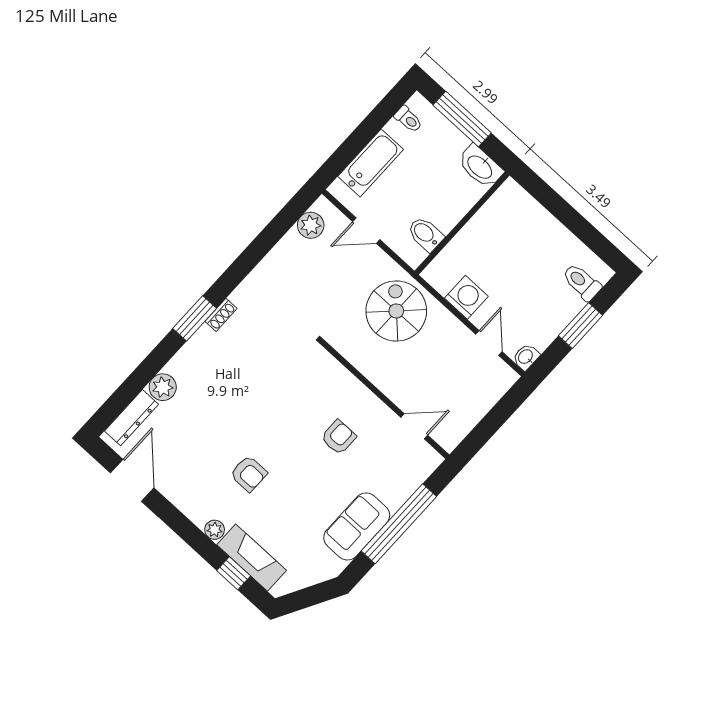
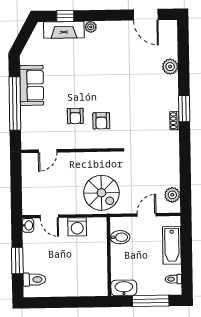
dresser: (131, 418) -> (171, 41), removed
armchair: (249, 474) -> (101, 121), moved, turned -90

